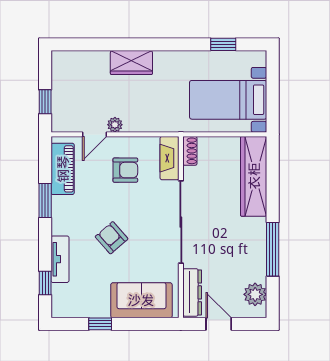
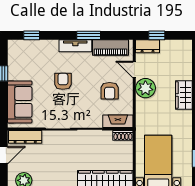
dresser: (61, 115) -> (148, 46), added
plant: (115, 125) -> (145, 88), width x1.88, depth x1.88
armchair: (112, 238) -> (63, 81), turned -49
tv unit: (60, 259) -> (75, 46), moved

